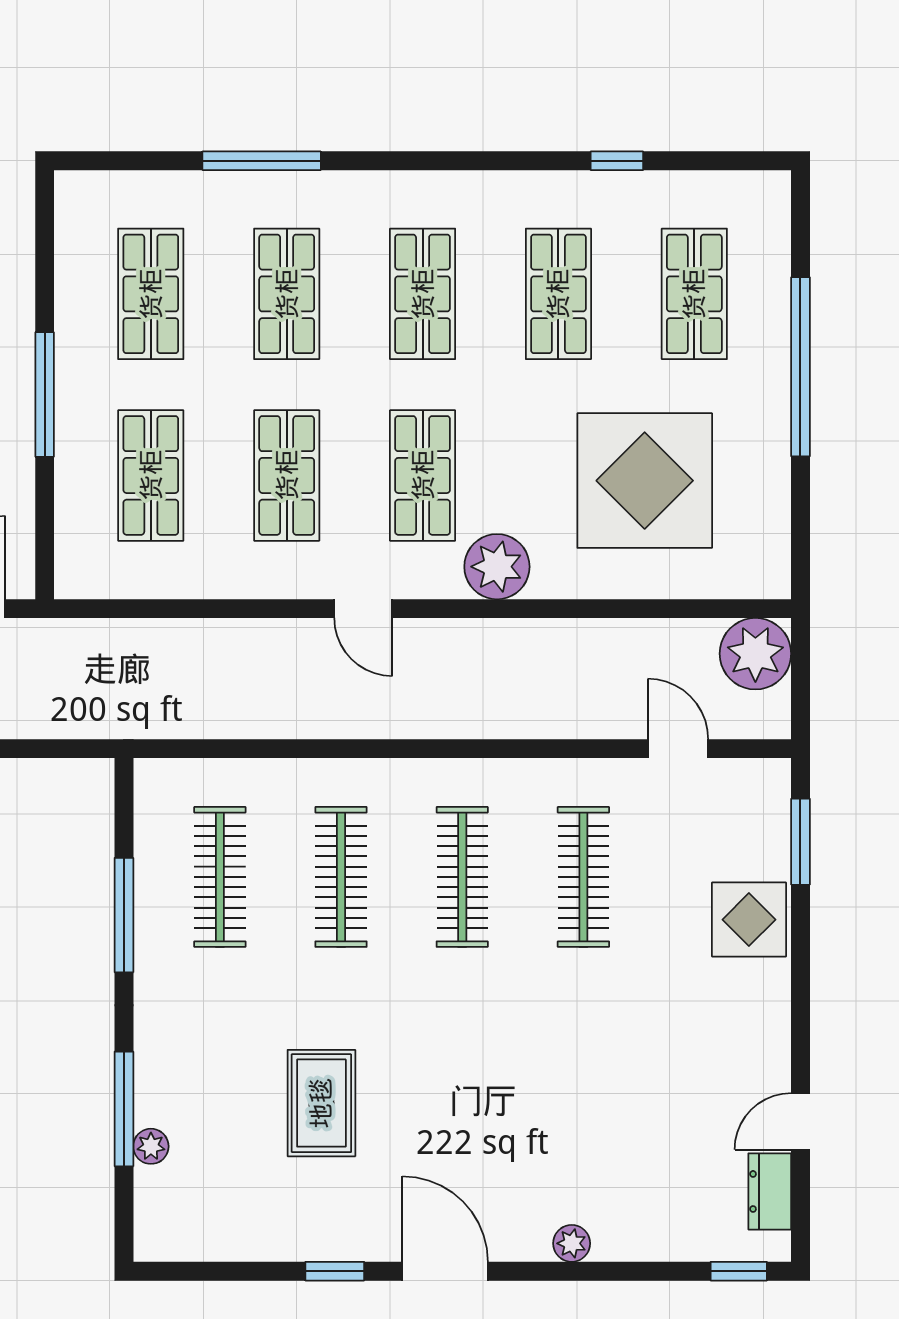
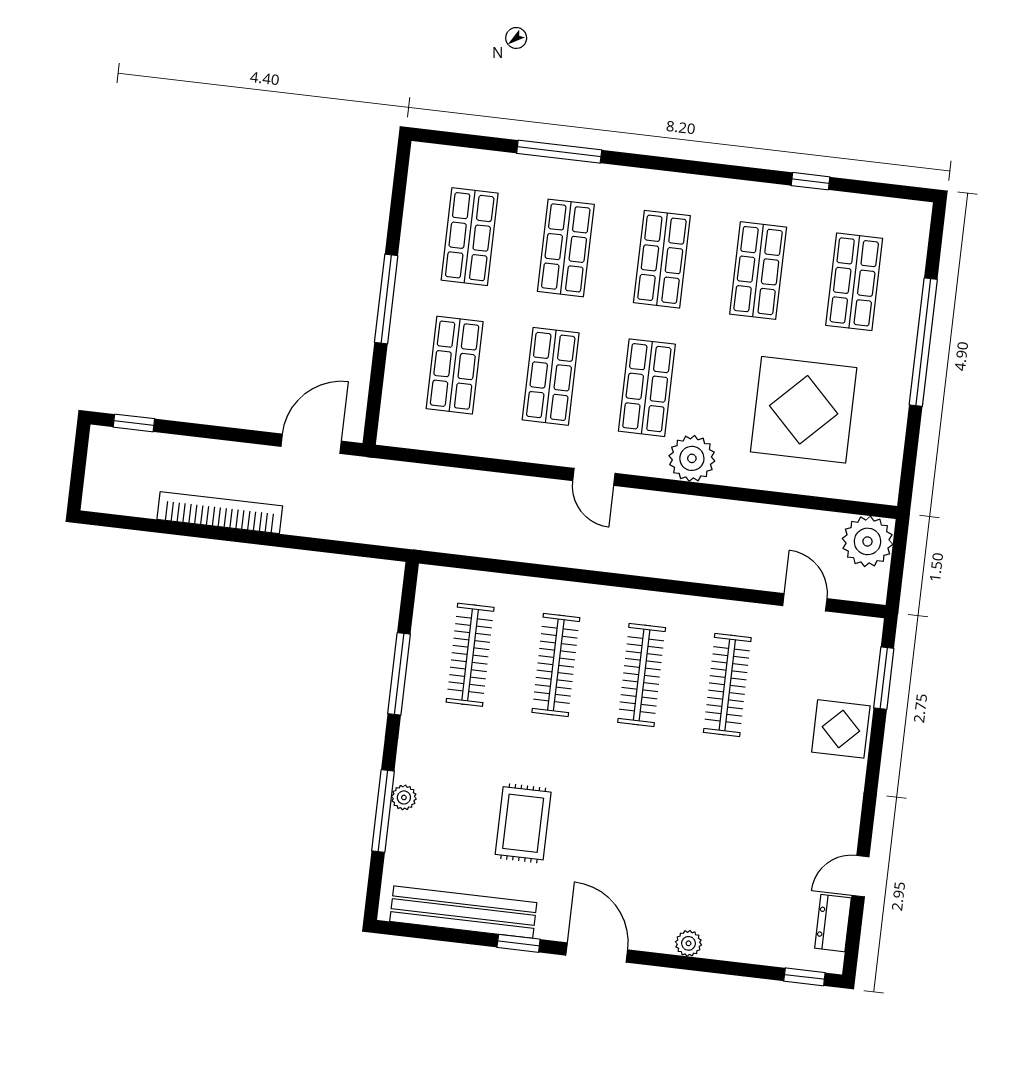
plant: (151, 1146) -> (404, 797), moved
bench: (252, 1237) -> (463, 912), added

